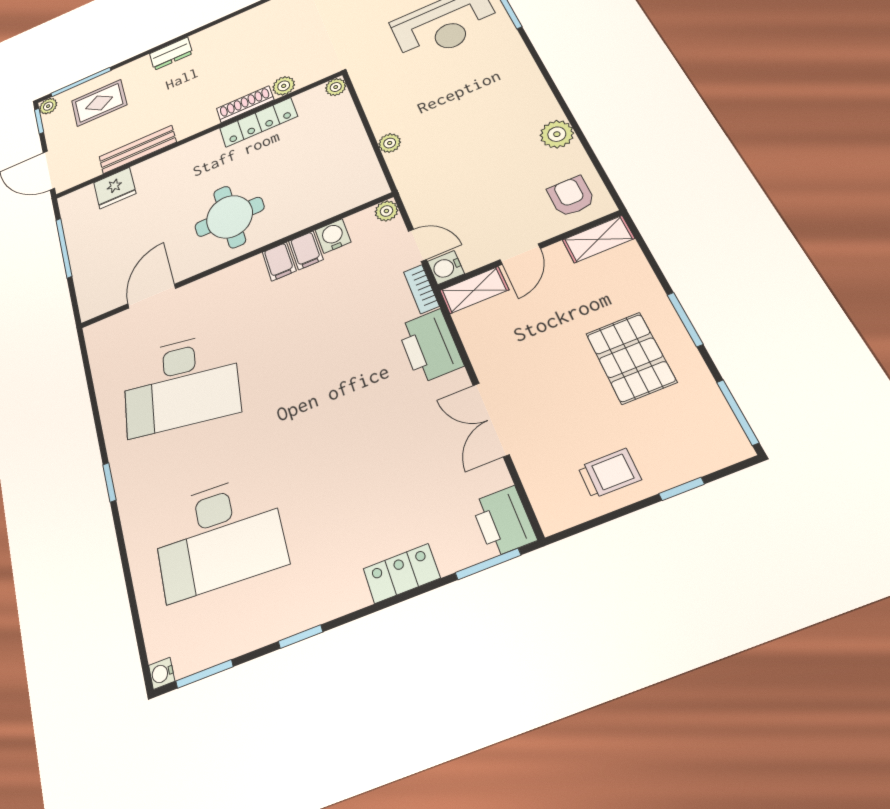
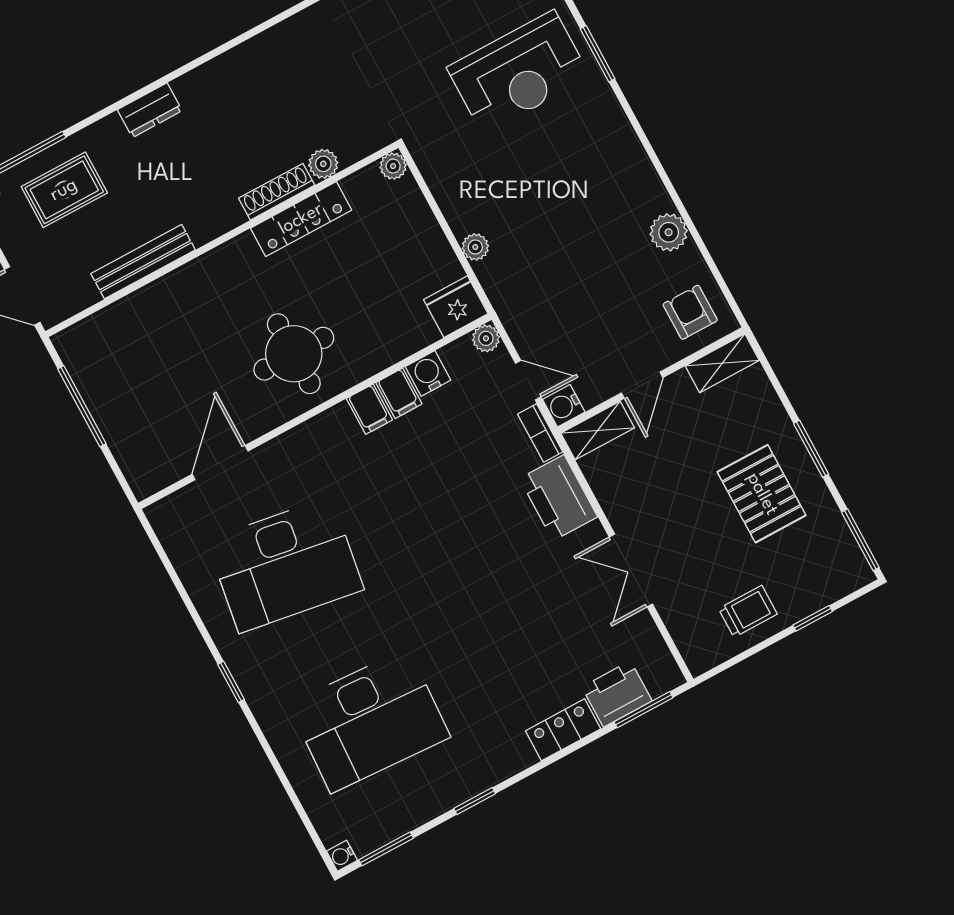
fridge: (115, 188) -> (456, 307), moved, turned 180
printer: (504, 521) -> (617, 694), moved, turned 90

